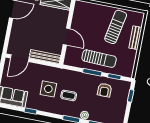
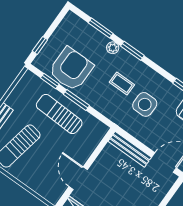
door: (67, 37) -> (78, 178), moved
armchair: (104, 90) -> (71, 69), width x1.88, depth x1.88

